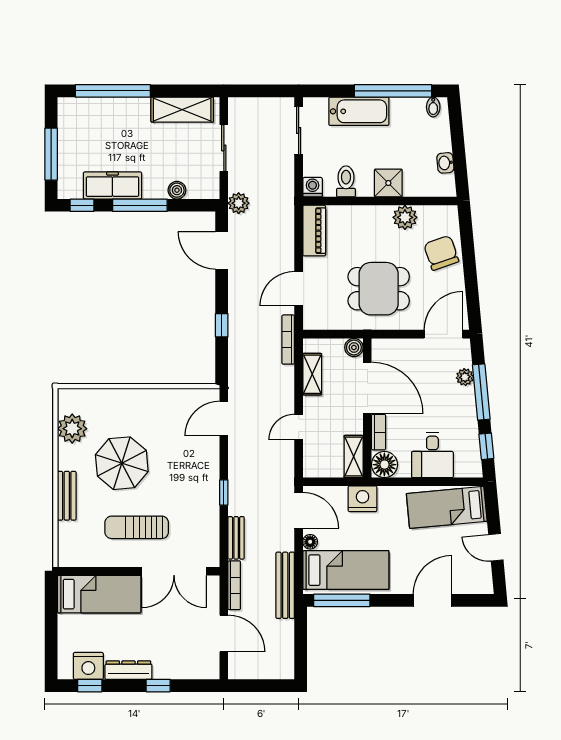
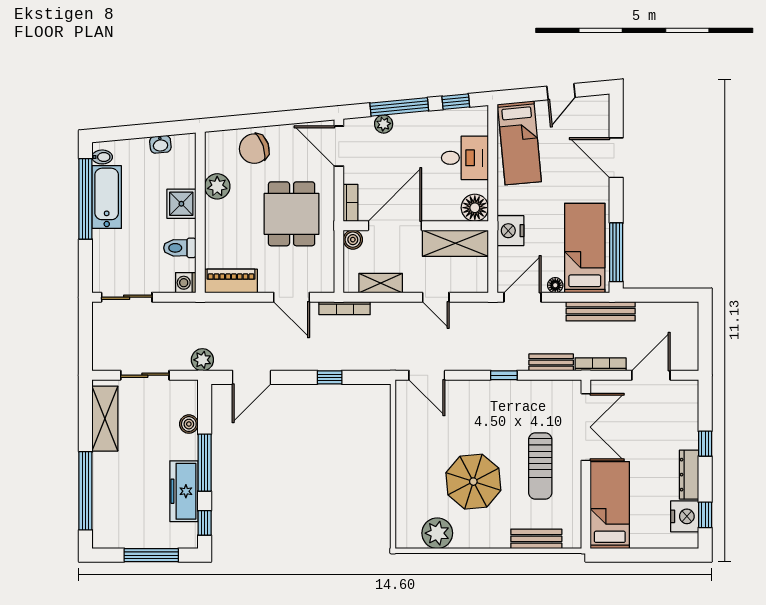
bathtub: (359, 111) -> (107, 197), moved
bookcase: (379, 432) -> (351, 203), moved, turned 90
shelving: (354, 457) -> (455, 243), width x1.50, depth x1.33
bench: (67, 496) -> (536, 539), moved

